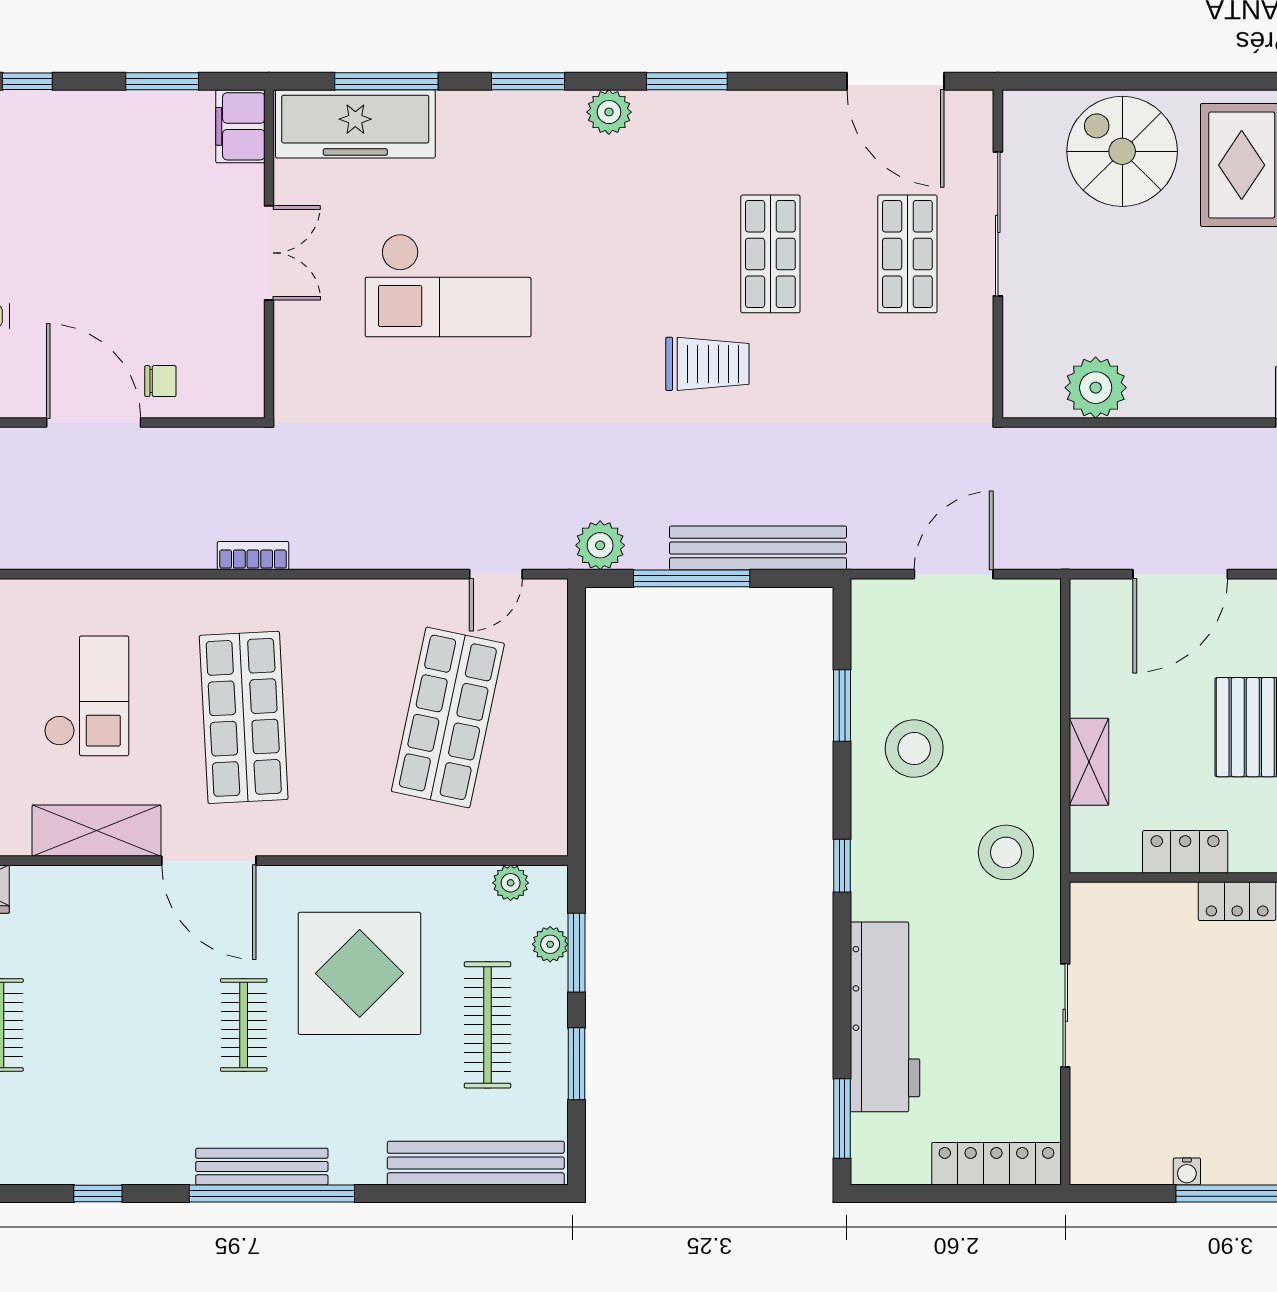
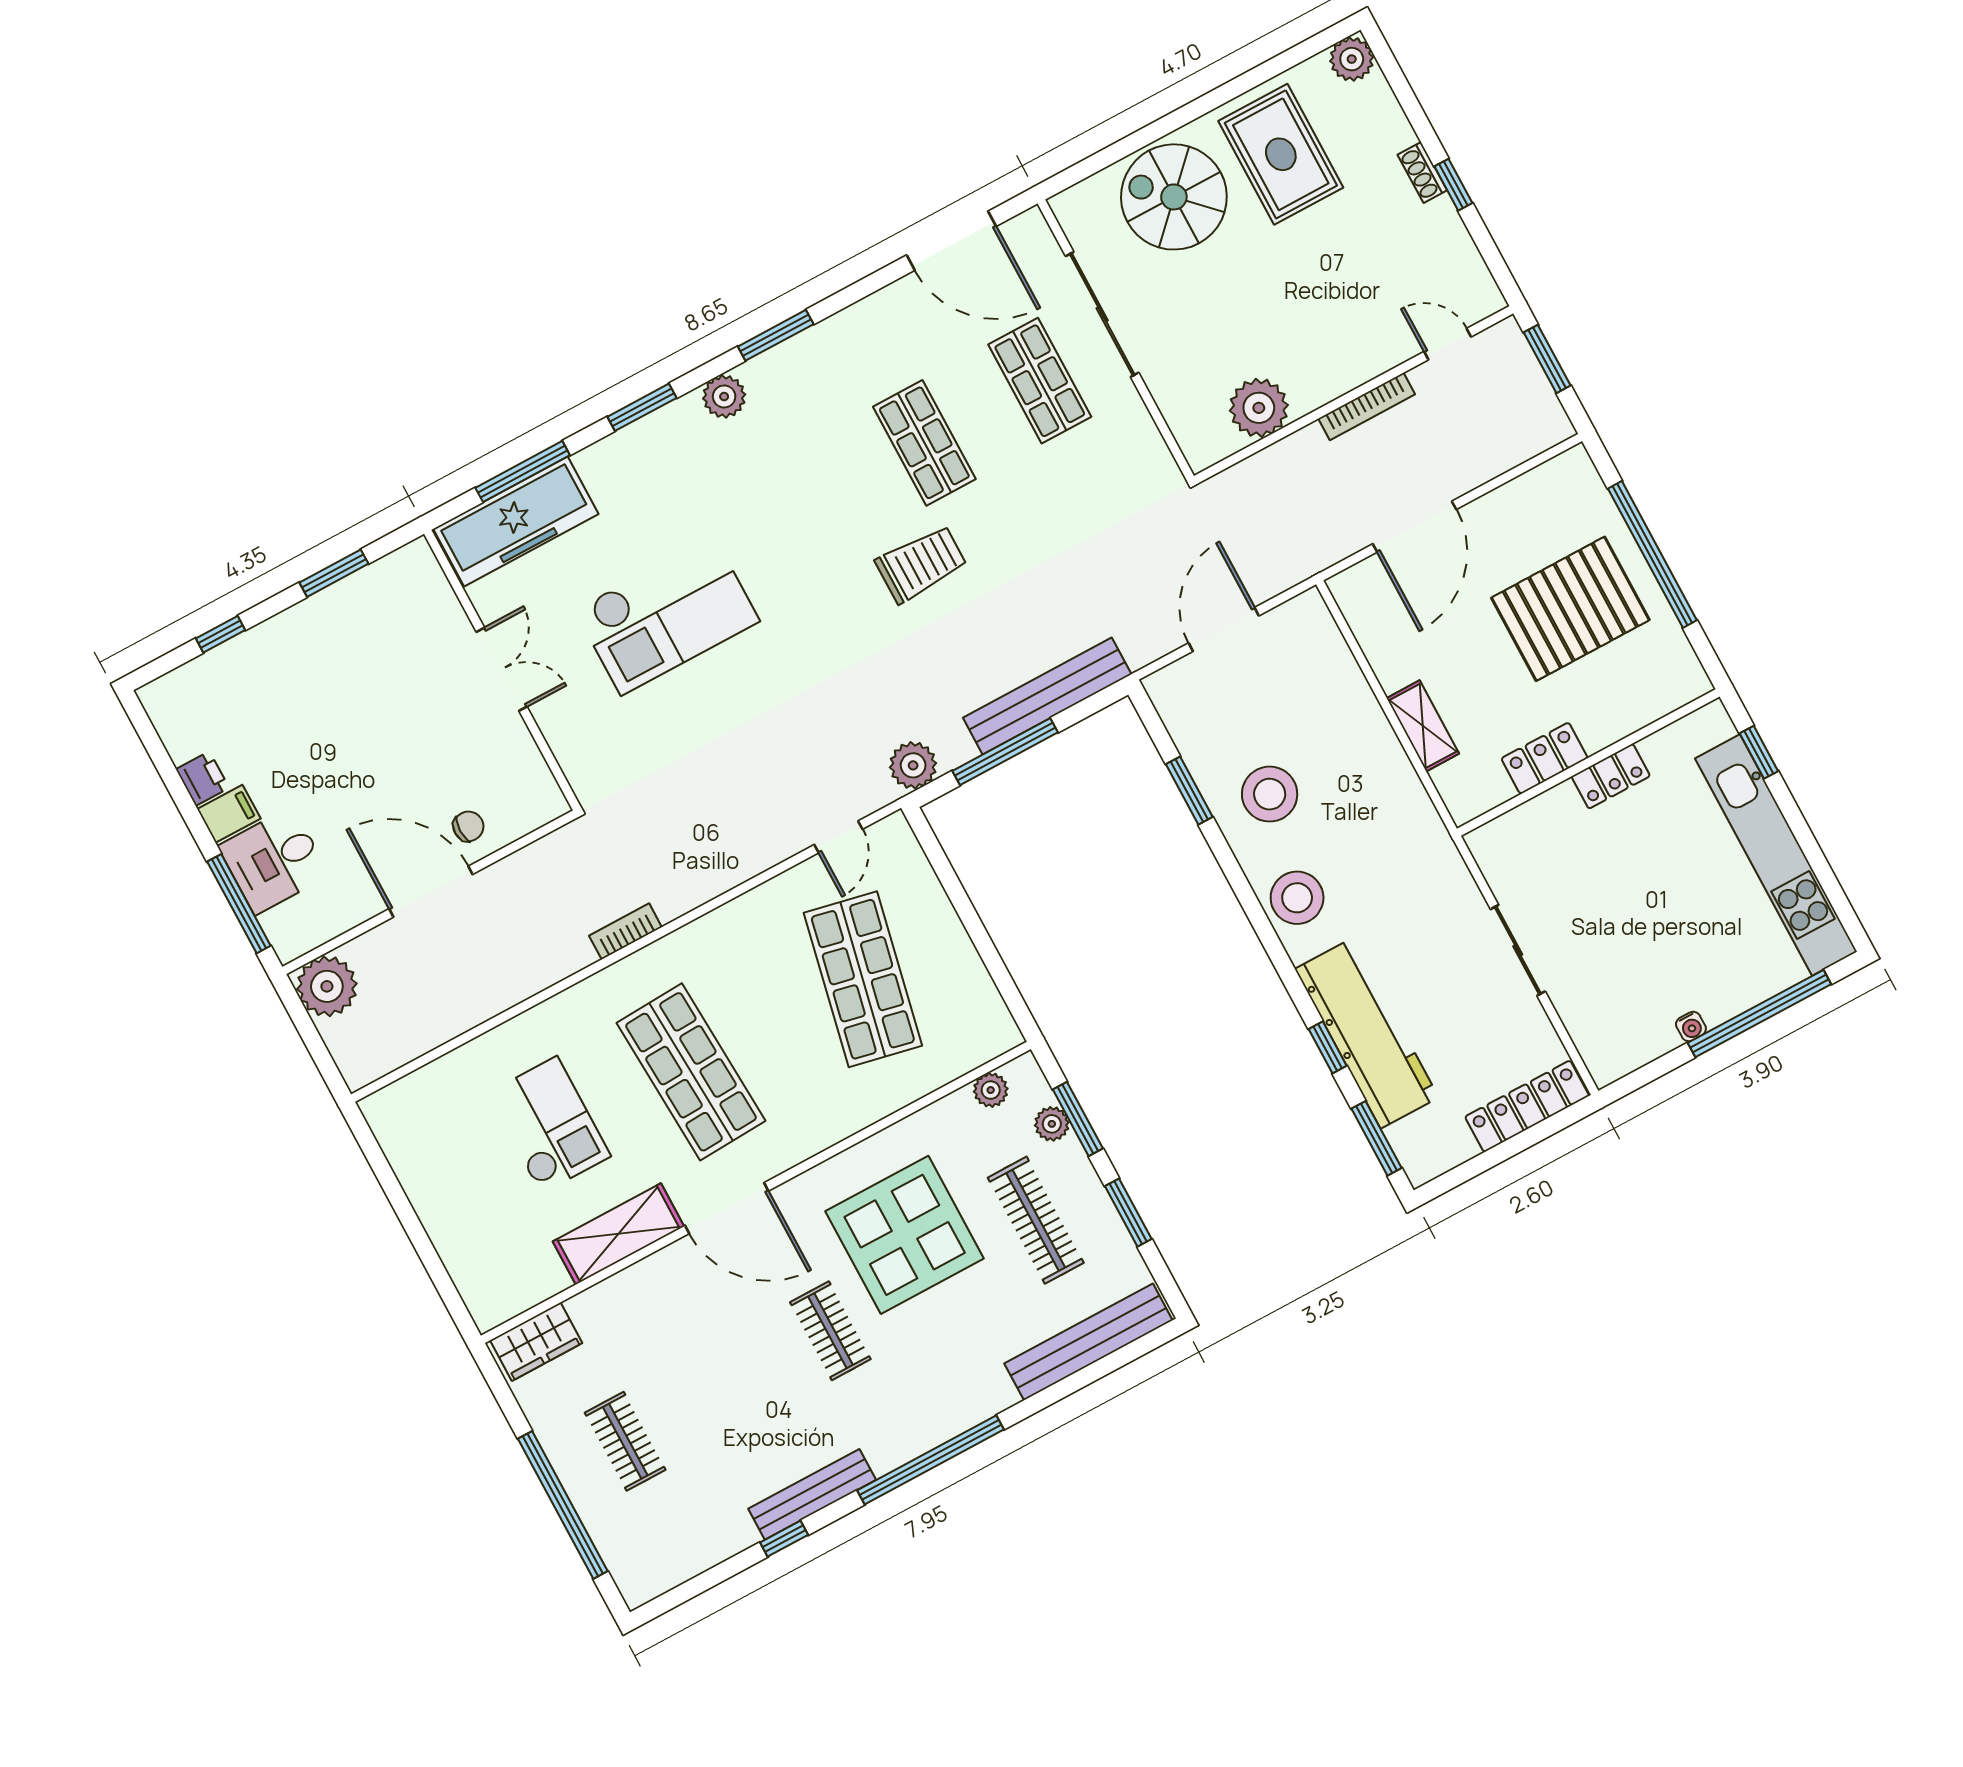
filing cabinet: (240, 126) -> (420, 576), removed
bookcase: (1196, 440) -> (1367, 406), added
stool: (1006, 852) -> (1297, 898), moved
window: (842, 866) -> (1328, 1047), moved
bench: (262, 1167) -> (812, 1494), moved

